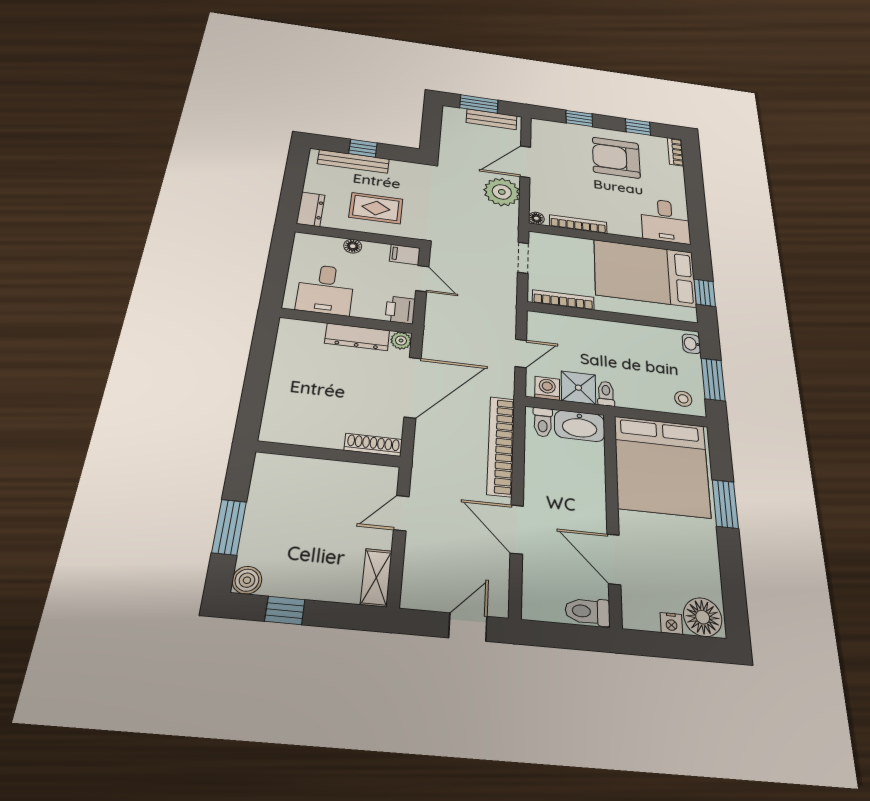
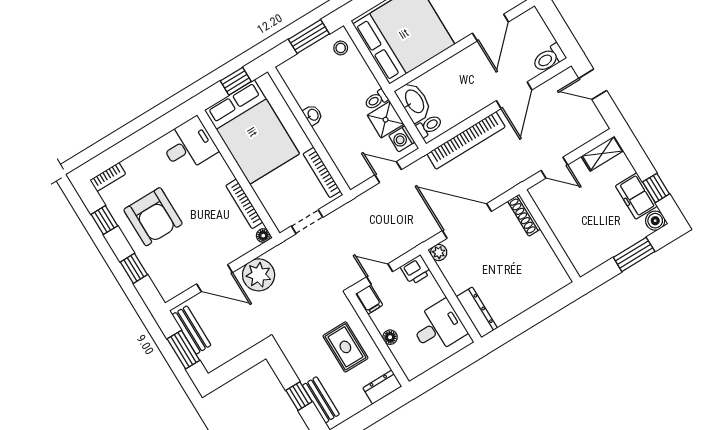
bench: (353, 161) -> (321, 400), width x0.73
door: (422, 279) -> (380, 274), hinge flipped
dresser: (357, 337) -> (477, 312), moved
washbasin: (691, 344) -> (313, 115), moved, turned -90
freezer: (295, 580) -> (636, 196), added
toilet: (588, 612) -> (549, 58), moved, turned 90

